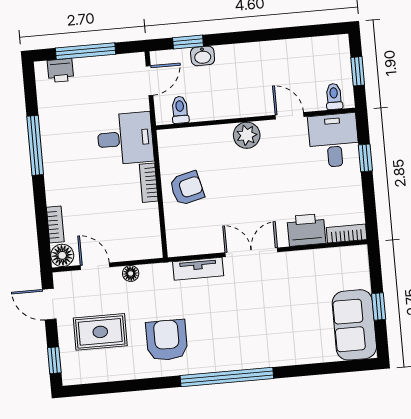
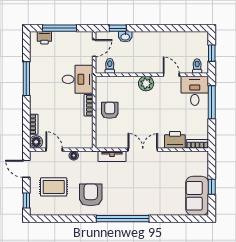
window: (365, 158) -> (212, 102), width x2.17
armchair: (187, 188) -> (110, 110), turned -76

